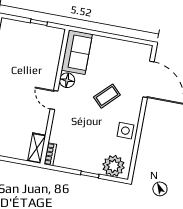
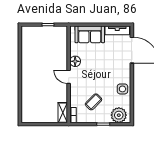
tv unit: (133, 48) -> (117, 30), added
sofa: (77, 52) -> (90, 34), moved, turned 90
coffee table: (107, 96) -> (94, 102), moved

